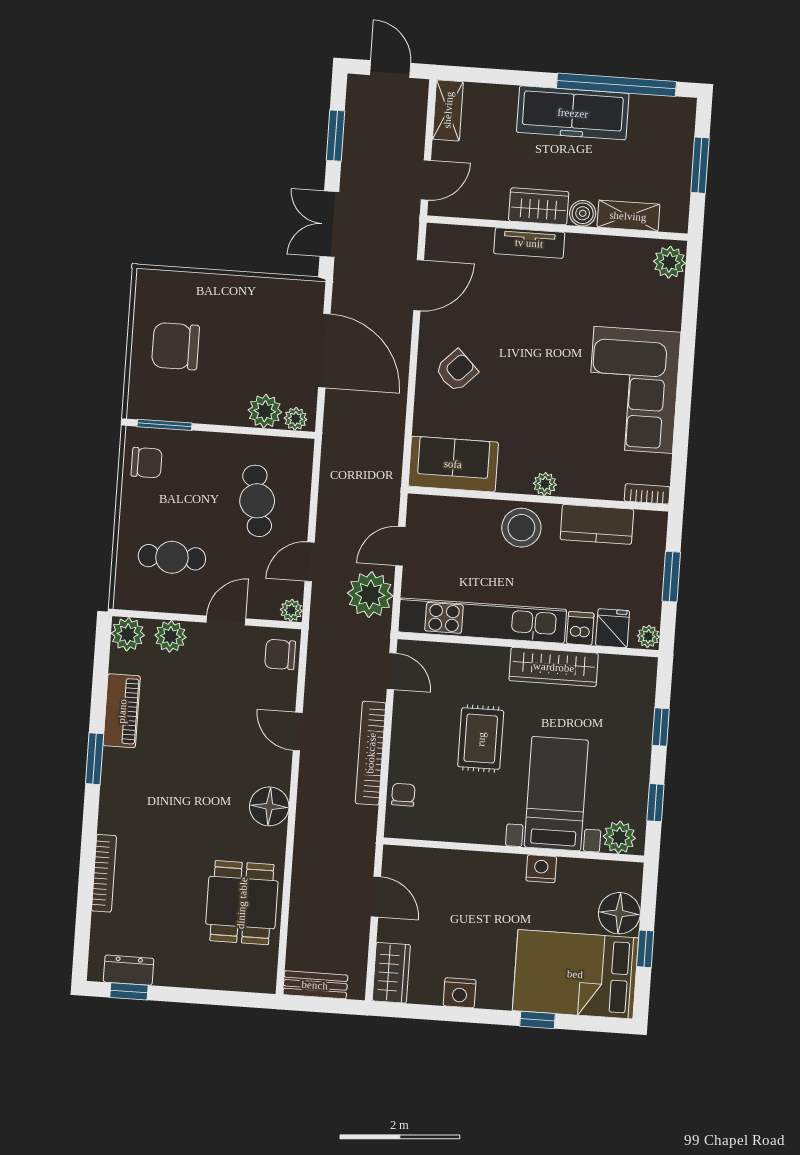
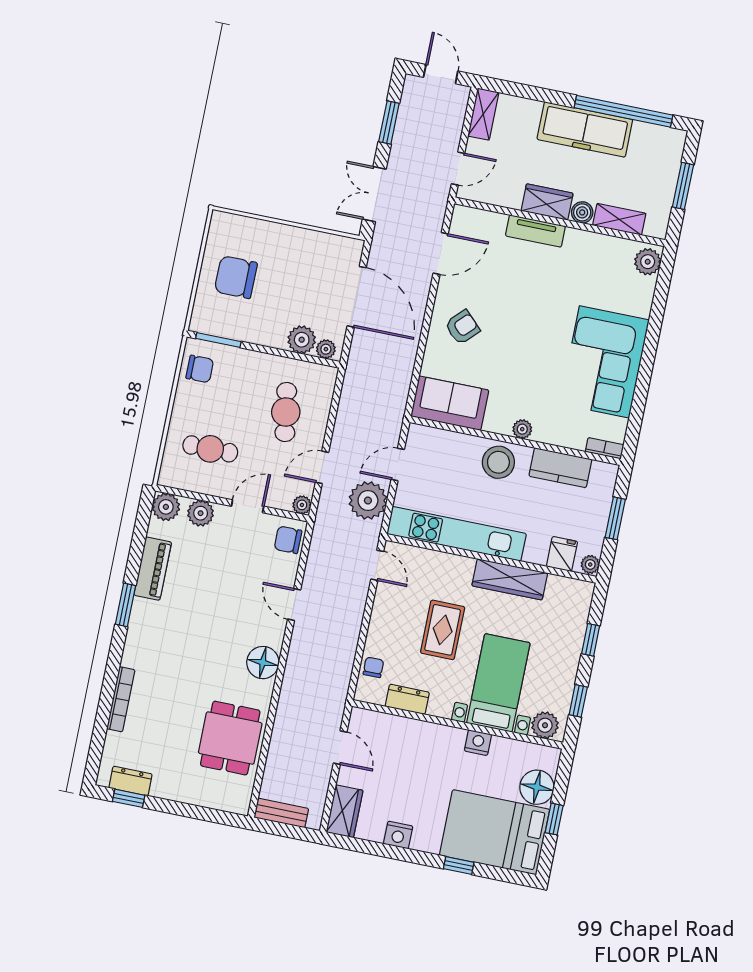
dishwasher: (580, 628) -> (536, 551), removed
bookcase: (371, 753) -> (351, 630), removed
dresser: (449, 828) -> (407, 699), added

